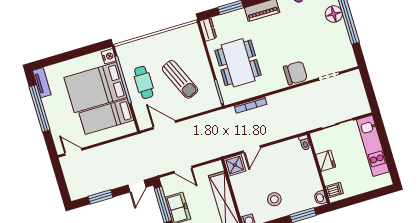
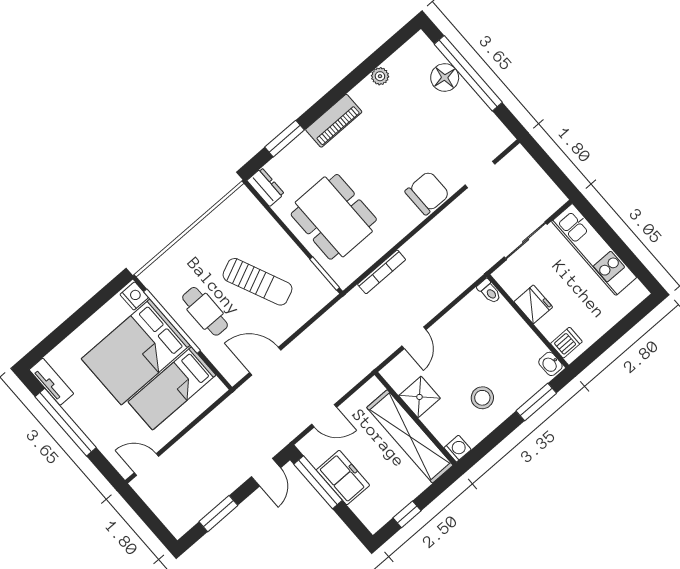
shower: (235, 165) -> (419, 397), moved

